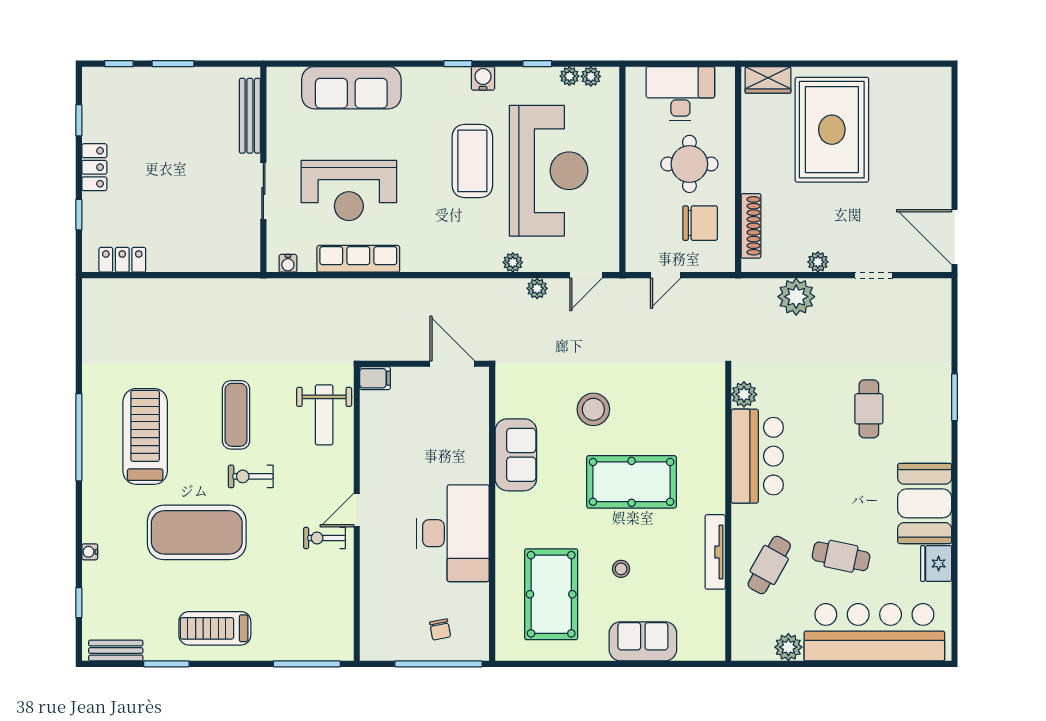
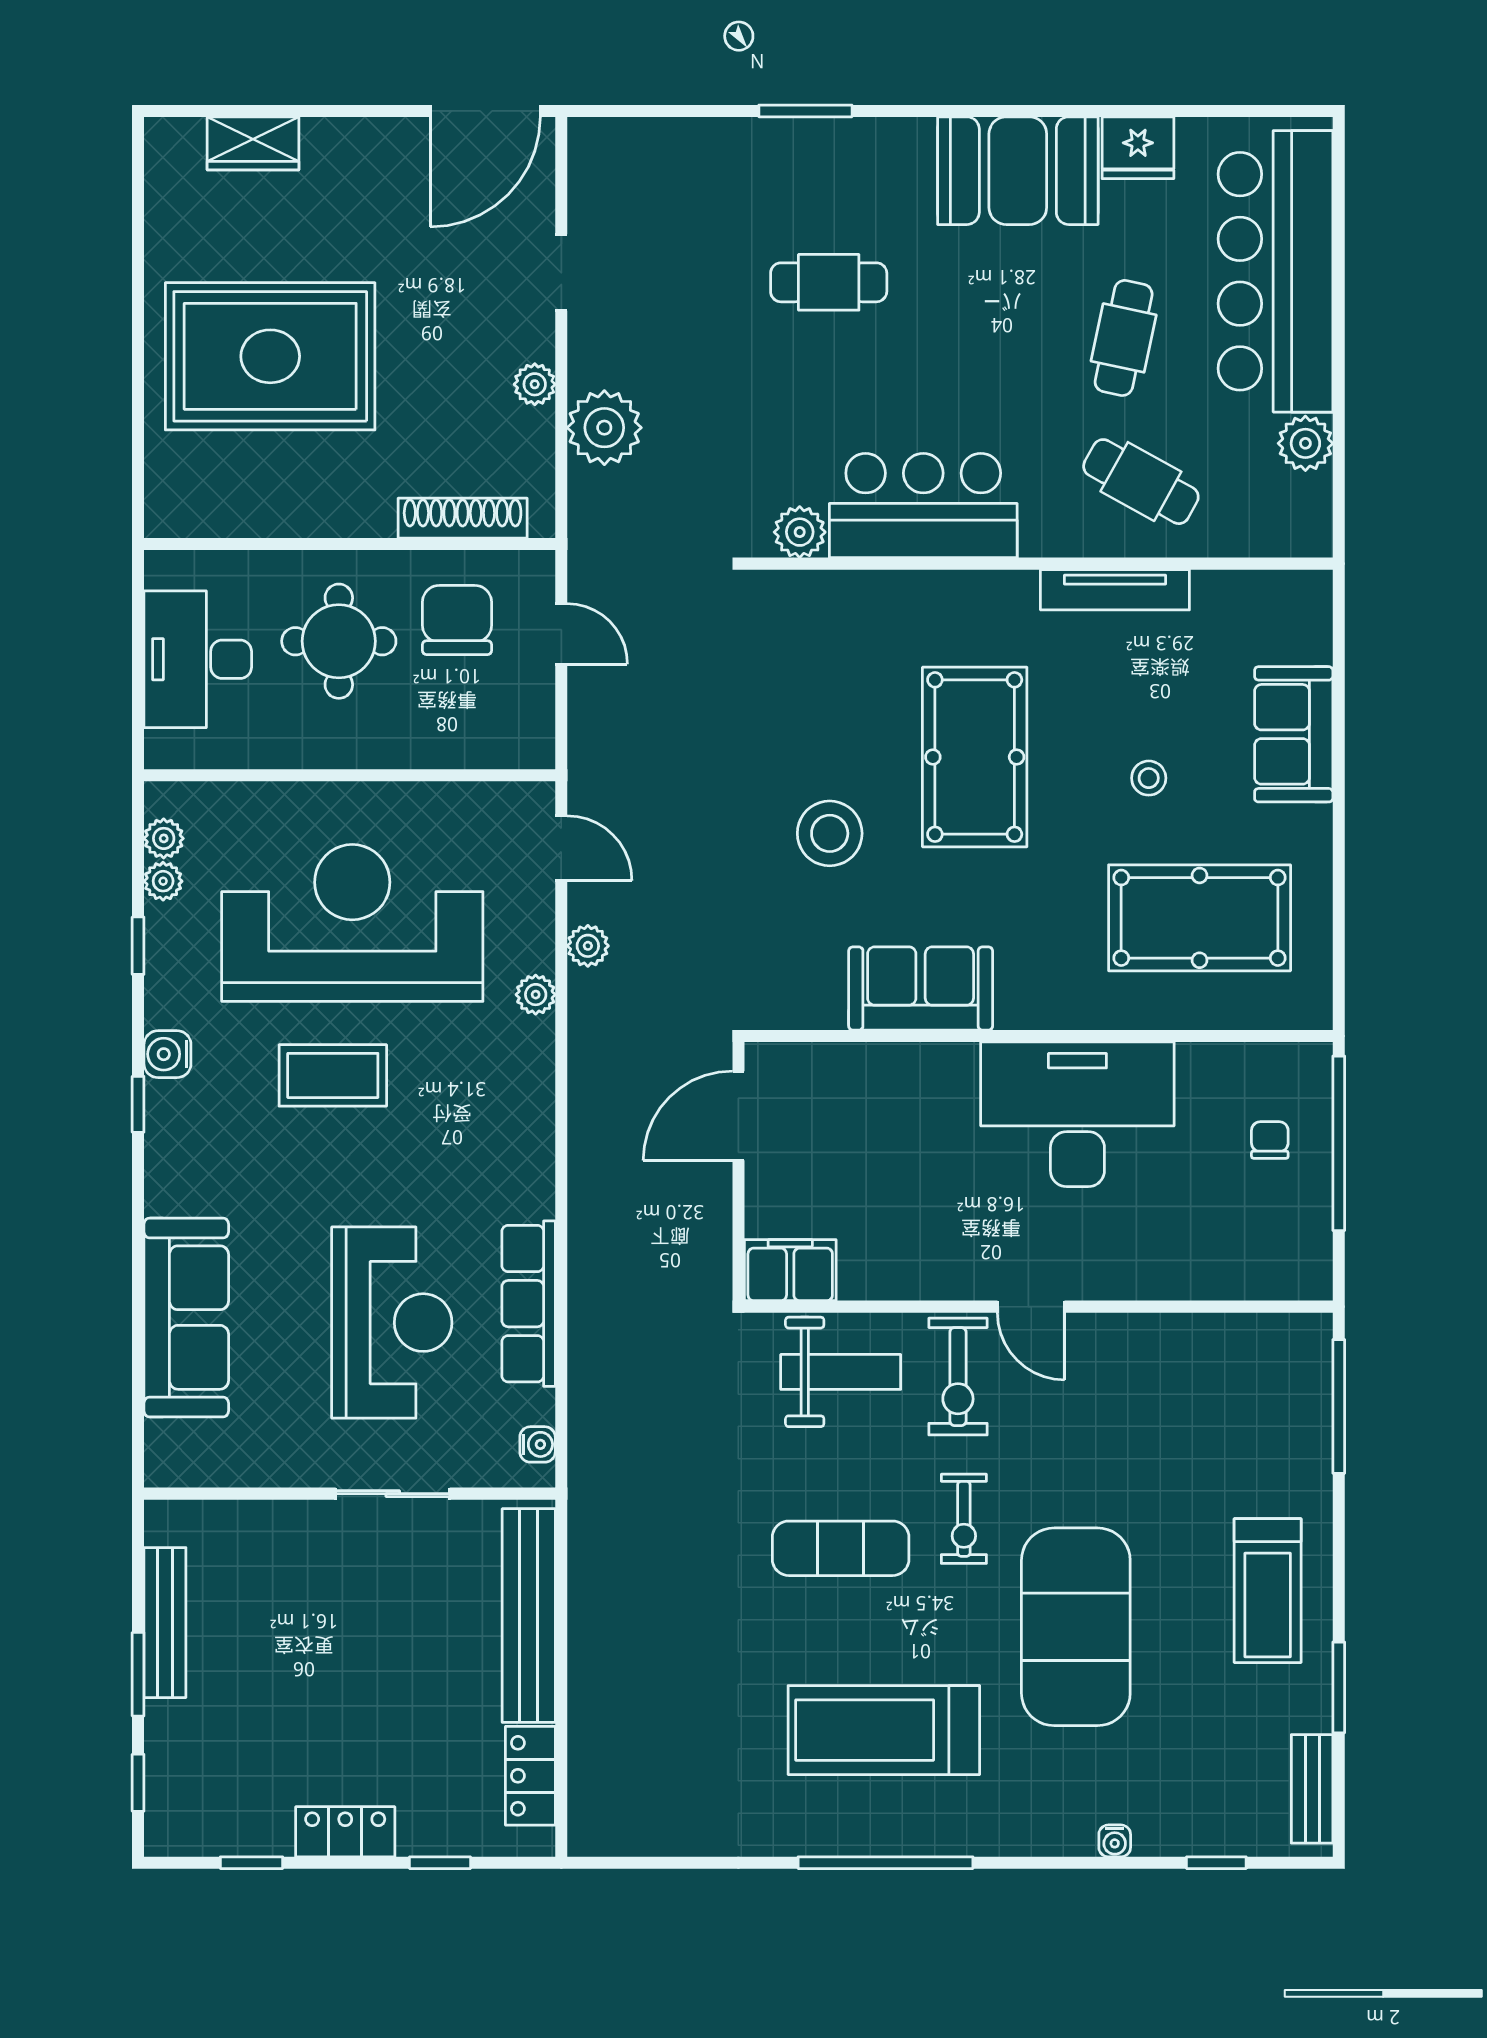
wardrobe: (768, 80) -> (253, 143), moved, turned 90
bench: (250, 116) -> (165, 1623), moved, turned 90
coffee table: (472, 161) -> (333, 1075), width x0.73, depth x0.76
bench: (202, 259) -> (529, 1616), added
door: (666, 275) -> (561, 634), moved
filing cabinet: (375, 378) -> (790, 1270), width x2.00
exercise bike: (325, 538) -> (958, 1377), moved, width x1.38, depth x1.39
chair: (440, 629) -> (1270, 1140), turned -79

